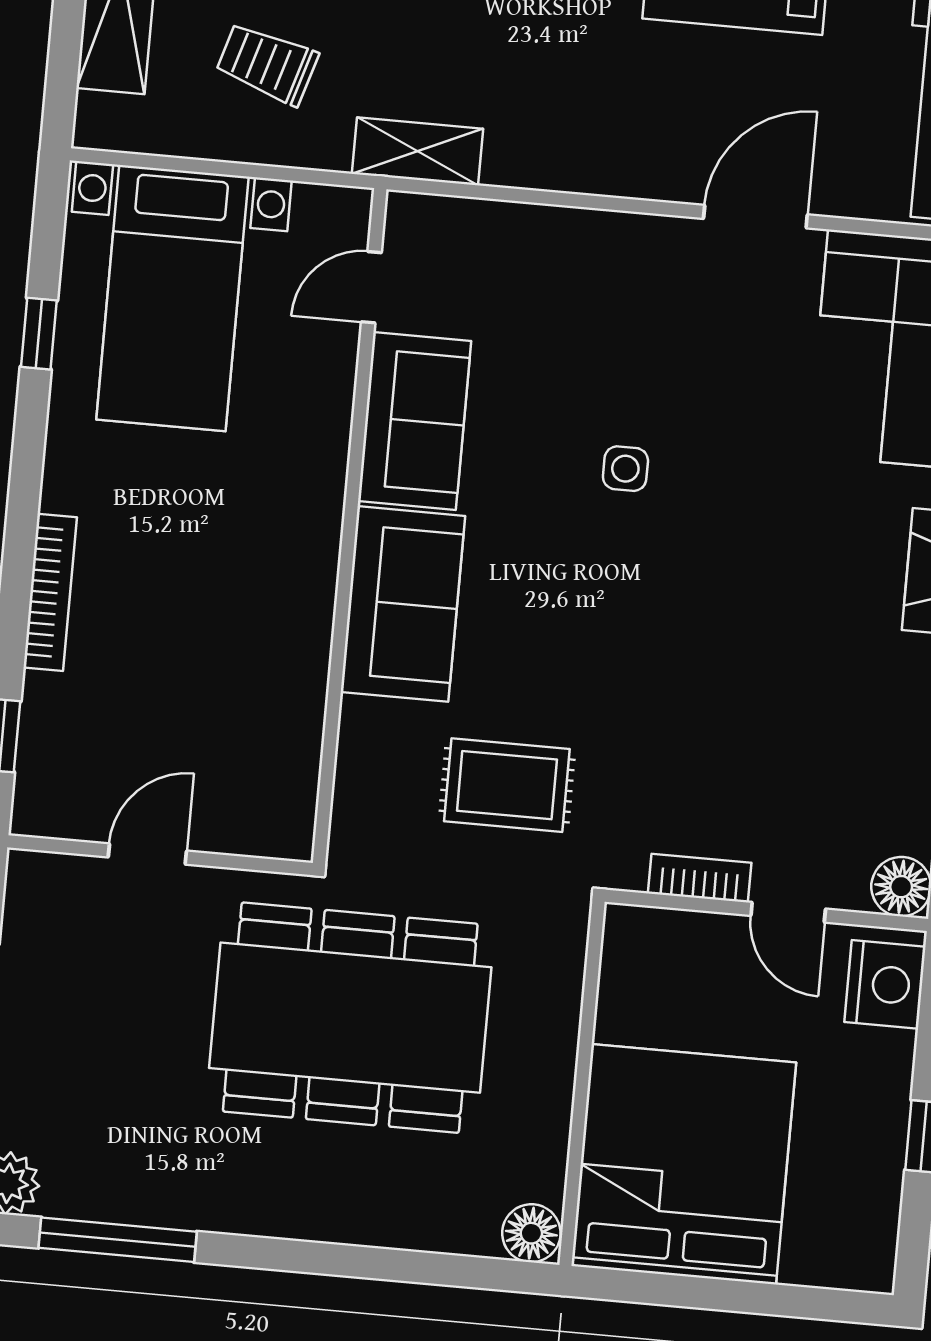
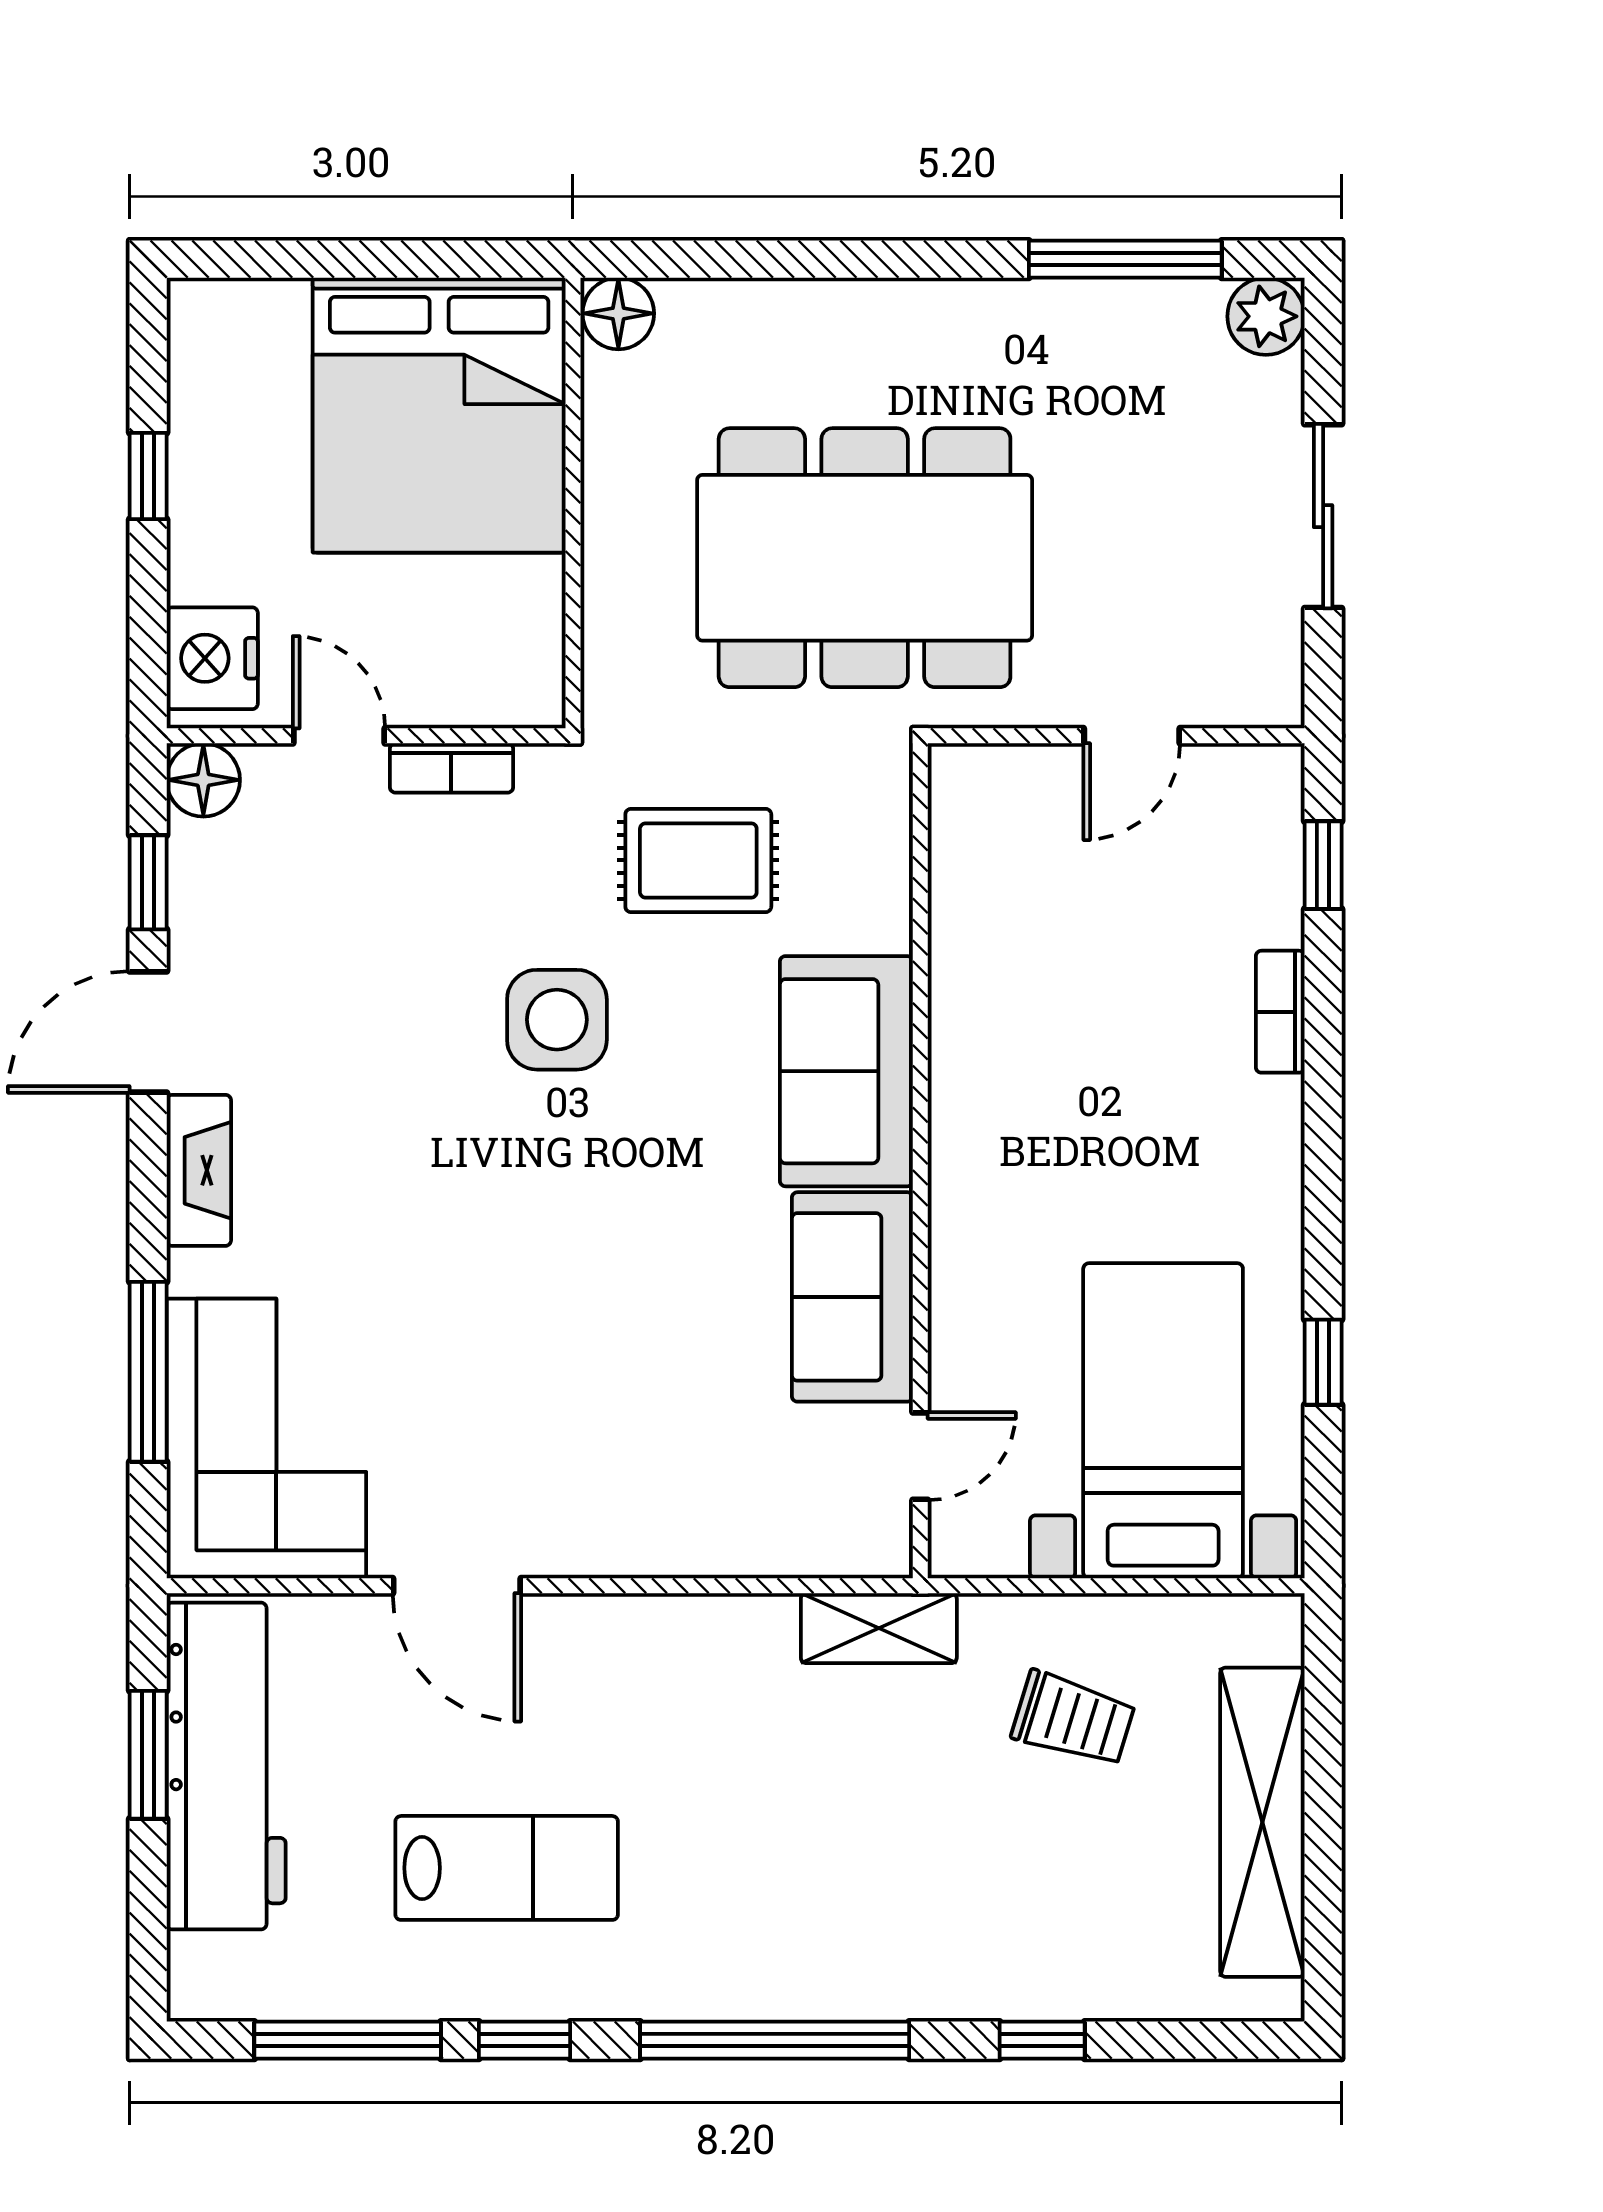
door: (755, 217) -> (457, 1586), hinge flipped
side table: (625, 469) -> (557, 1020), moved, width x1.87, depth x1.87
bookcase: (50, 592) -> (1280, 1012), width x0.64

